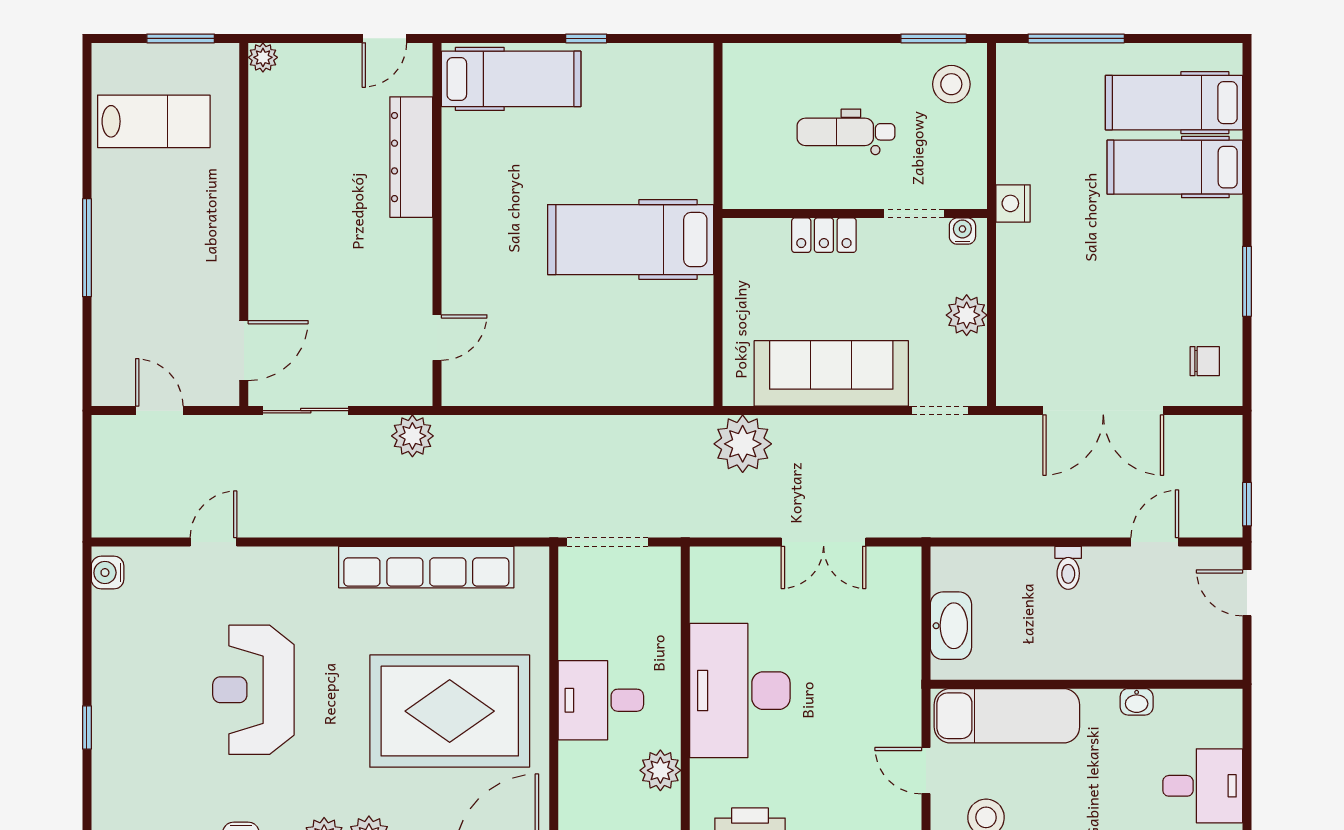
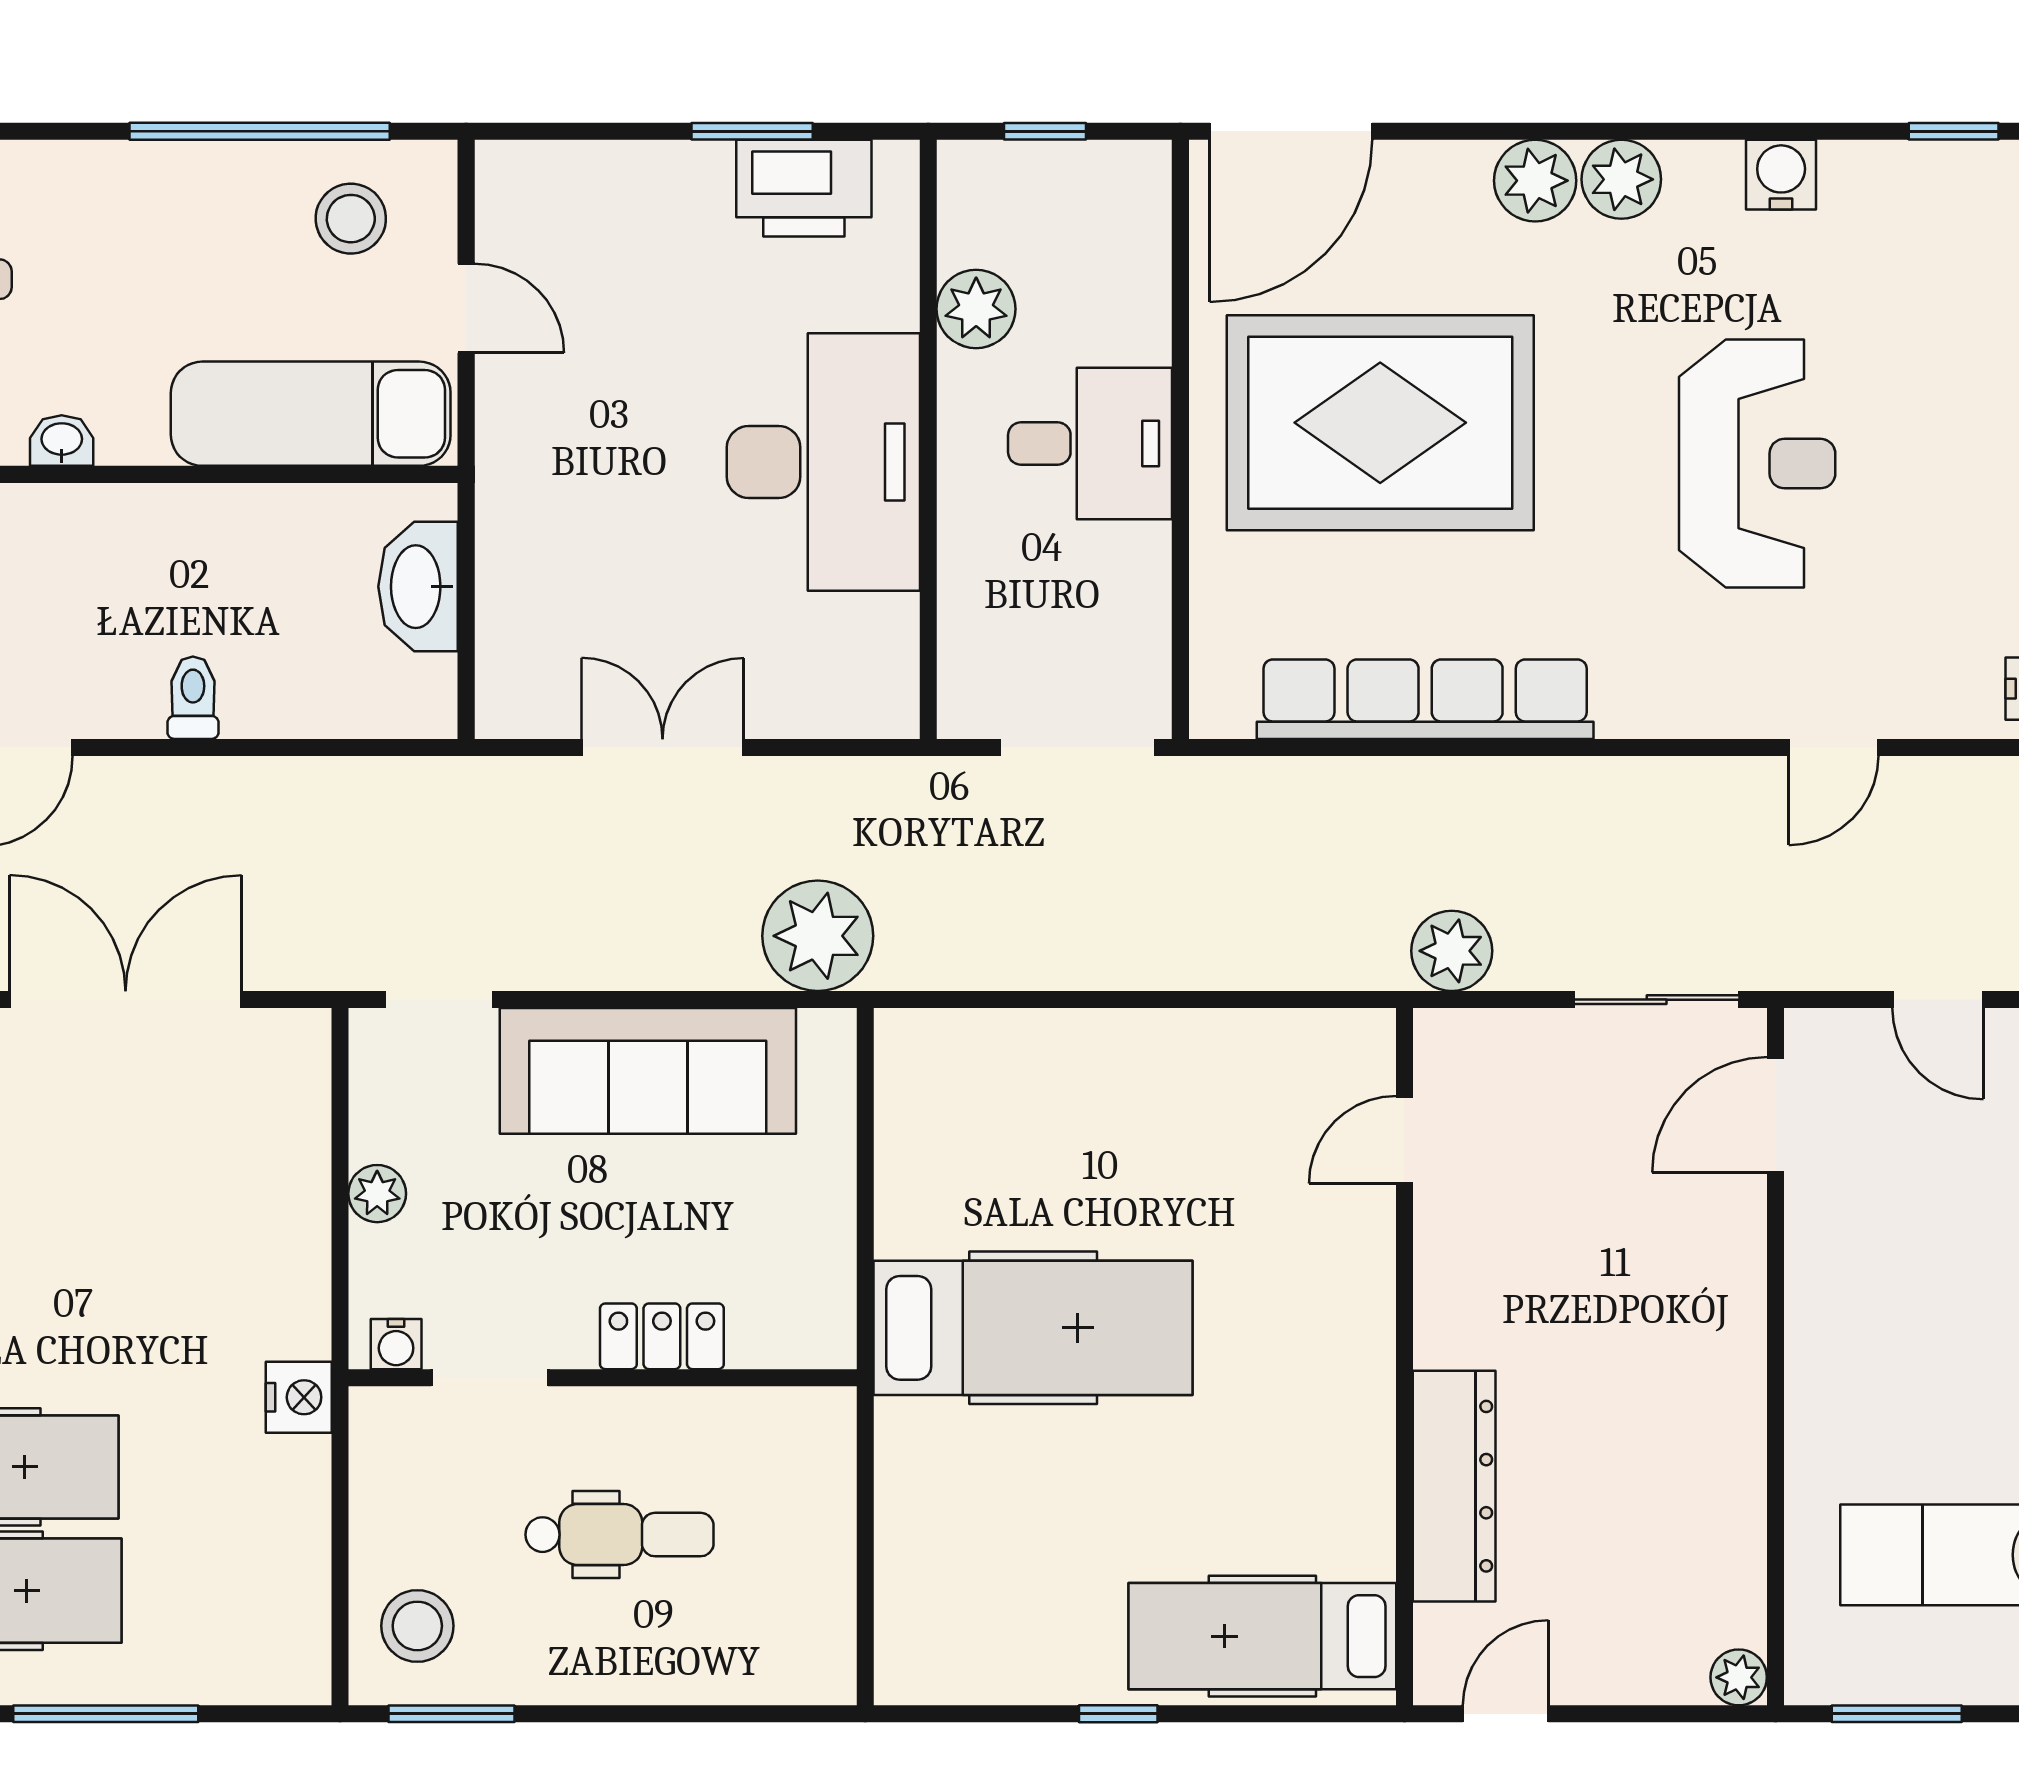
window: (1076, 38) -> (106, 1714), moved
plant: (967, 315) -> (377, 1194), width x0.73, depth x0.73

